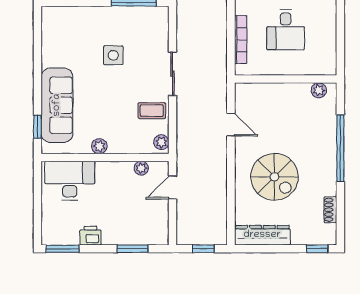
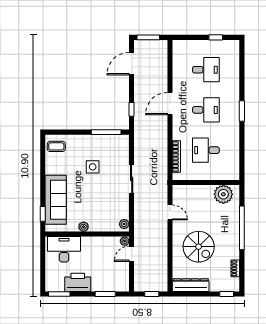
desk: (286, 30) -> (206, 150), turned 90
plant: (319, 90) -> (223, 194), width x1.88, depth x1.88
coffee table: (152, 111) -> (56, 146), moved
plant: (141, 168) -> (125, 241), moved
printer: (90, 236) -> (78, 282), width x1.87, depth x1.48

